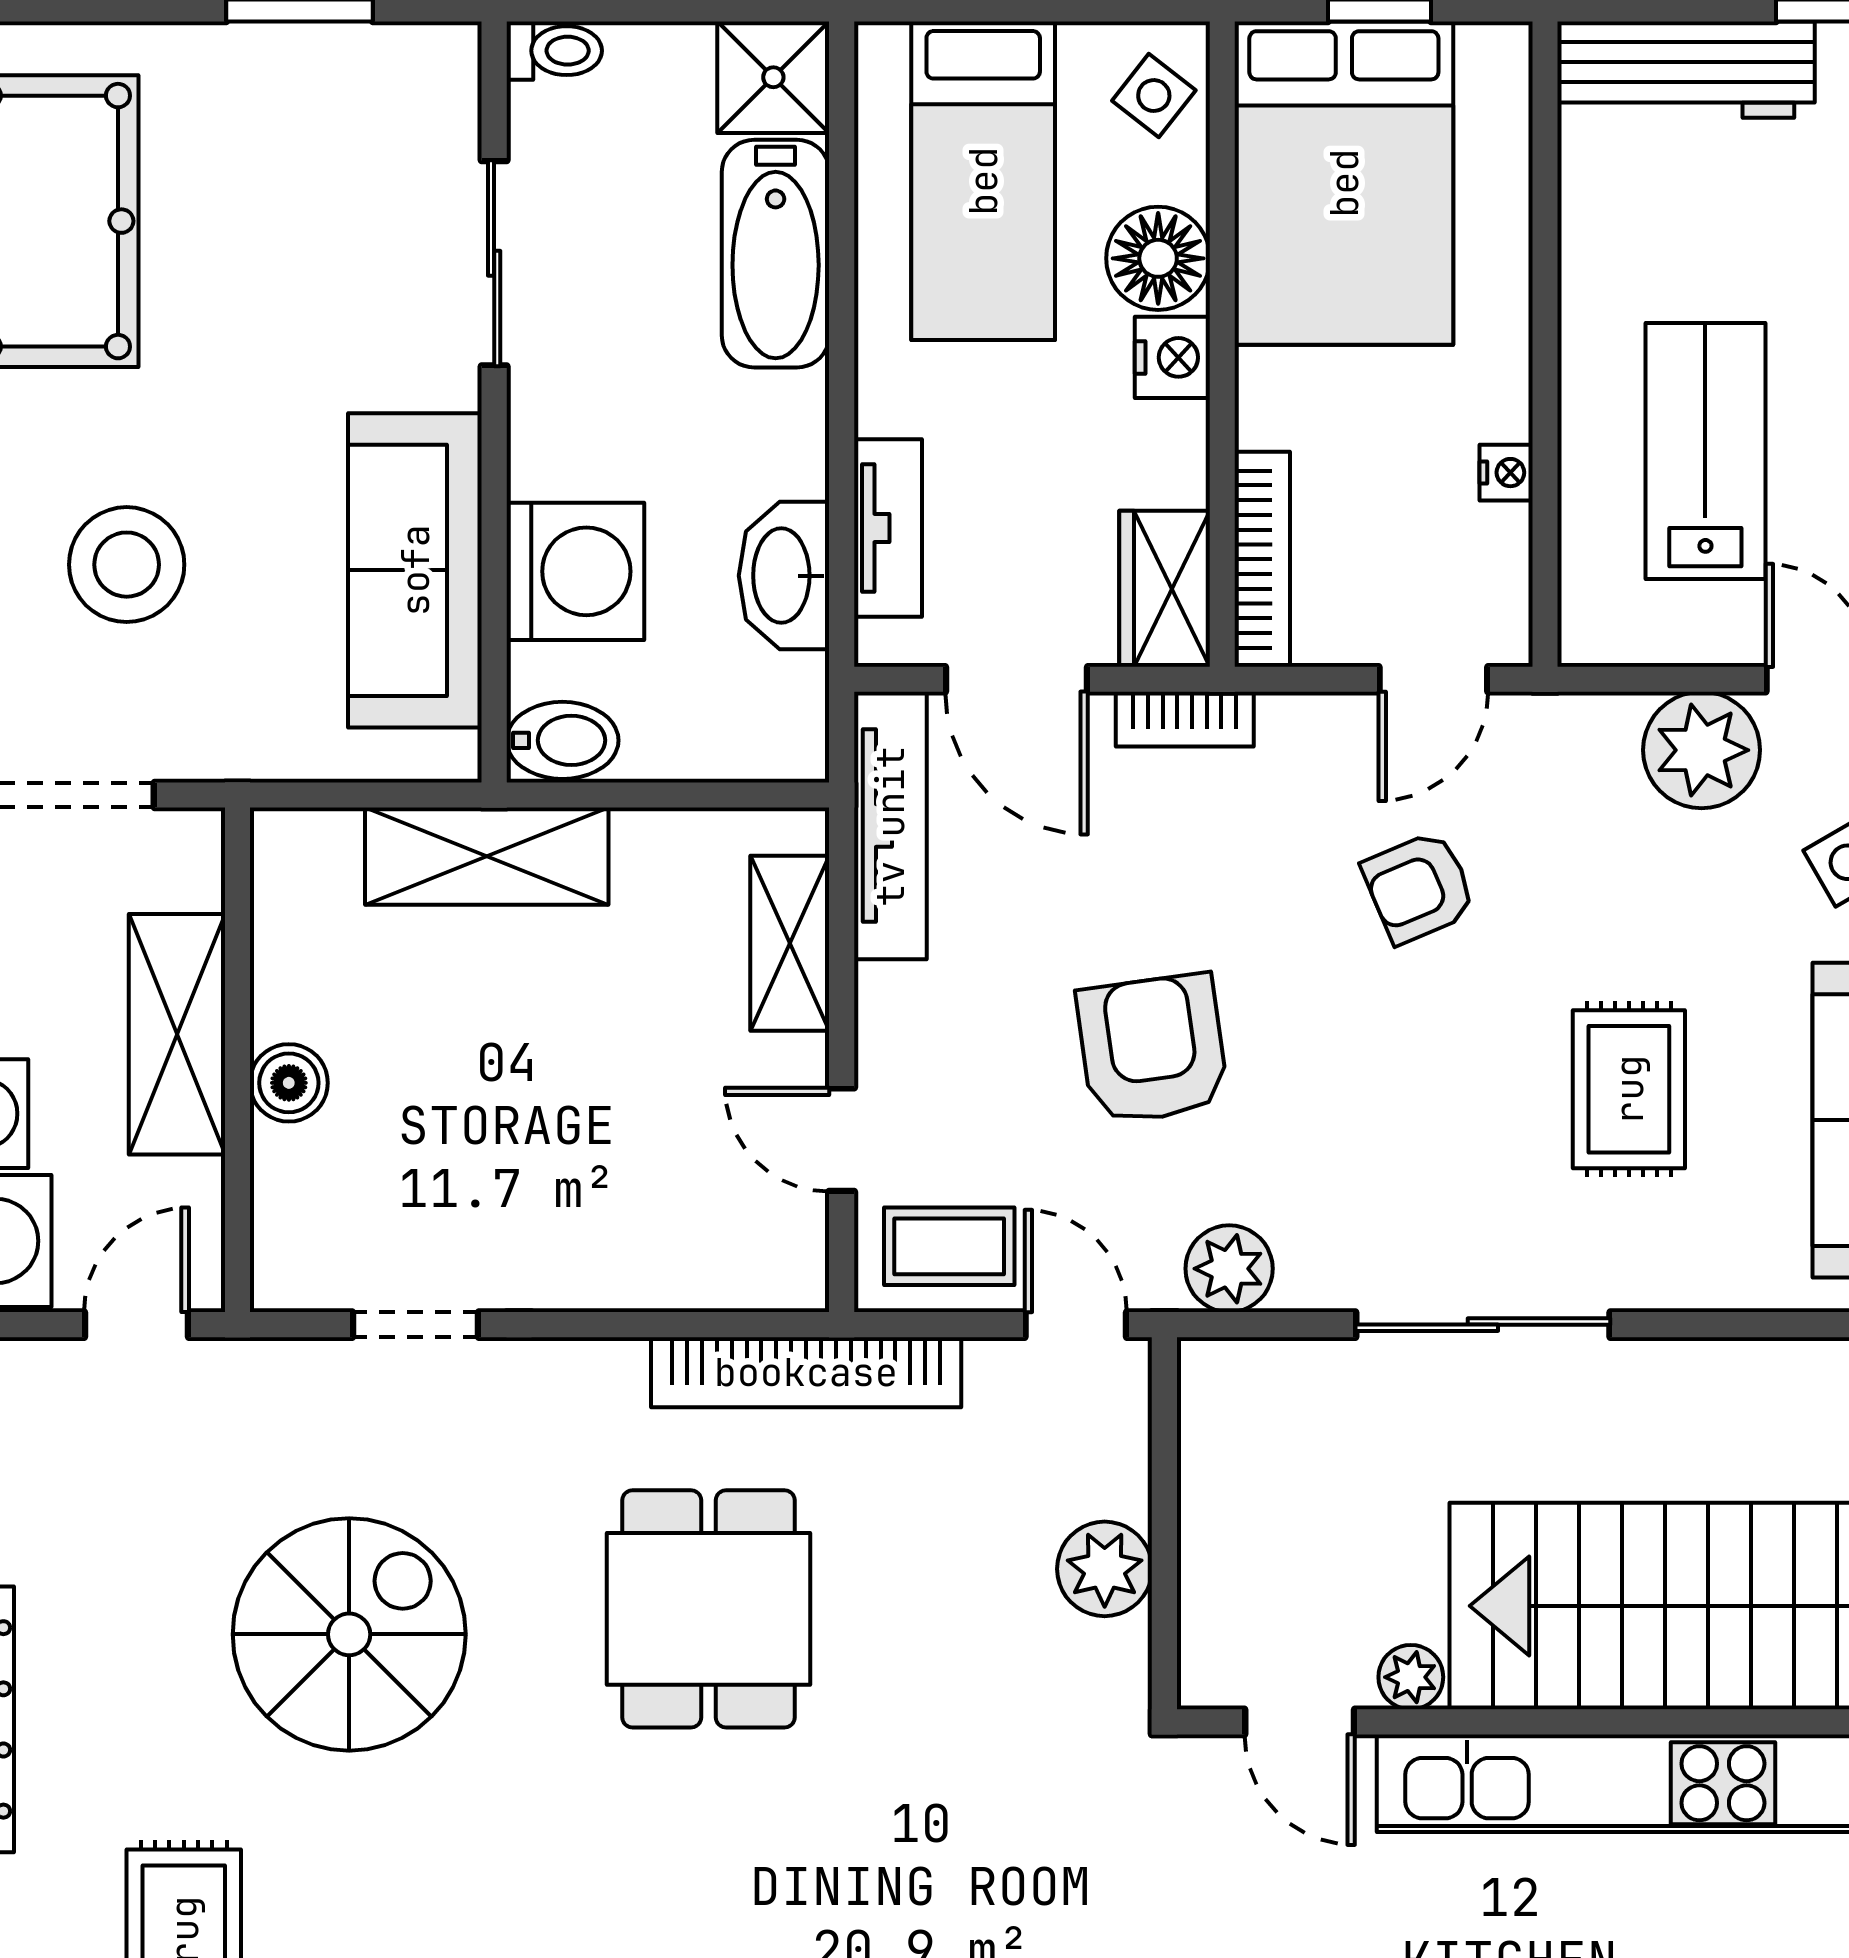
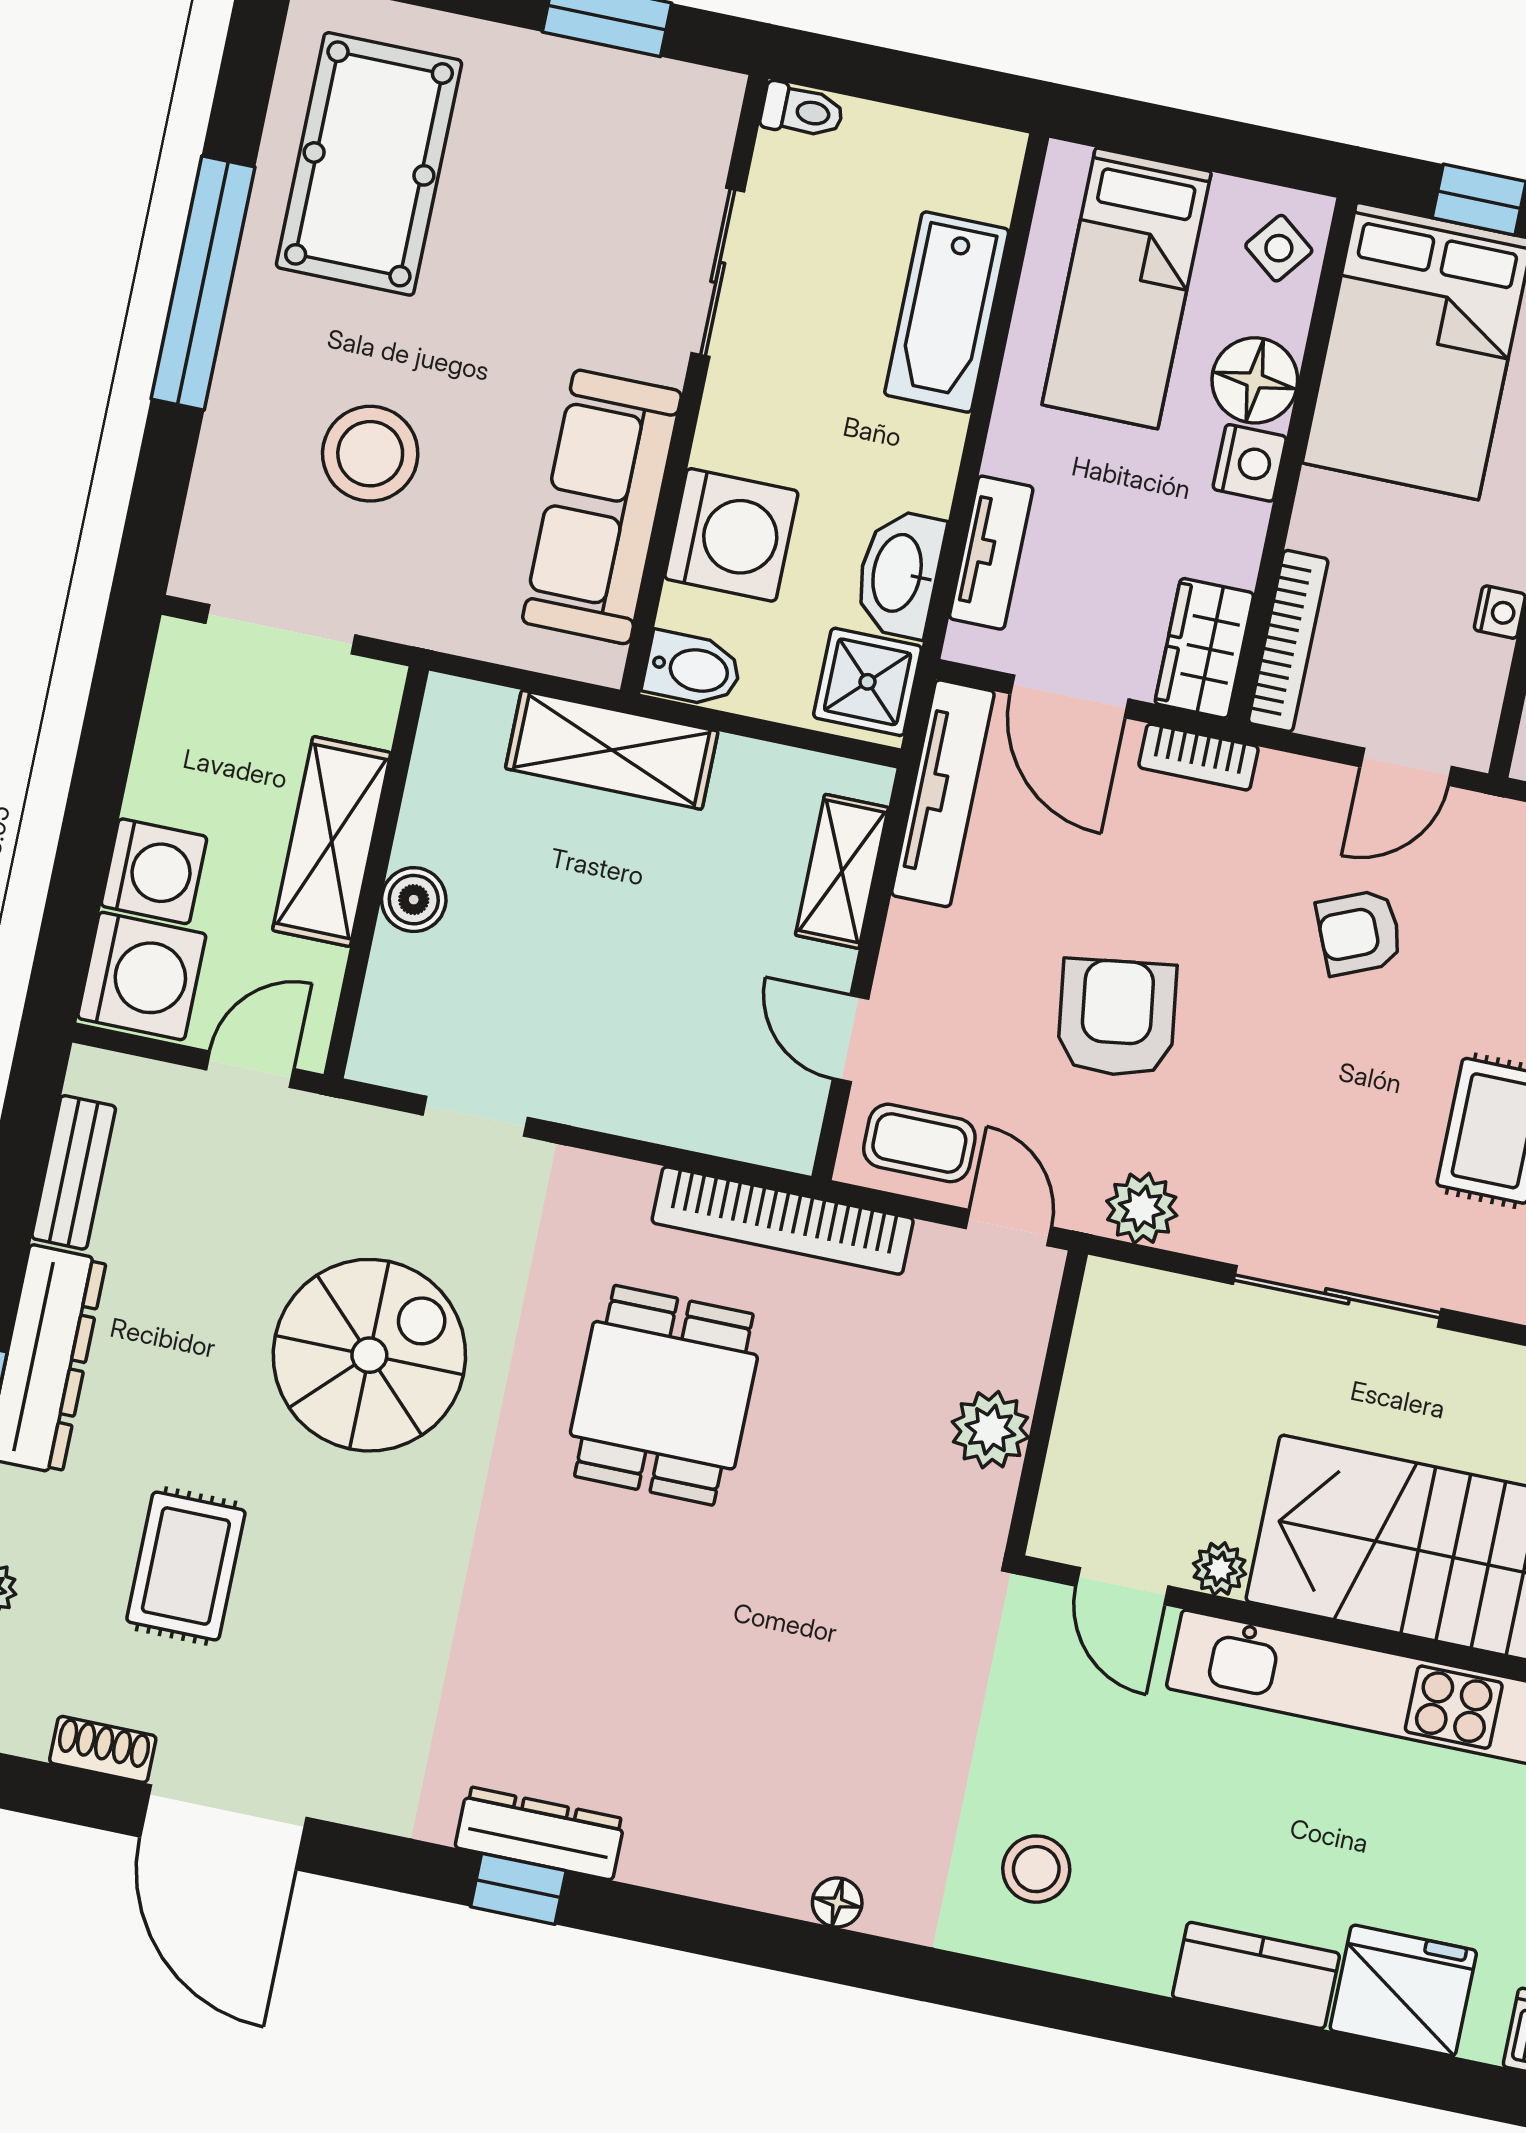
shower: (773, 77) -> (868, 682), moved

